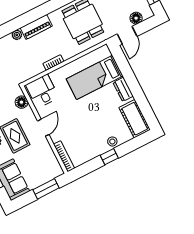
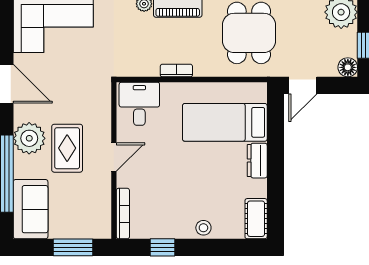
floor lamp: (136, 18) -> (348, 67), moved
floor lamp: (21, 102) -> (101, 104), removed
cot: (135, 119) -> (256, 219), width x0.73, depth x0.75
window: (109, 157) -> (163, 247), moved

